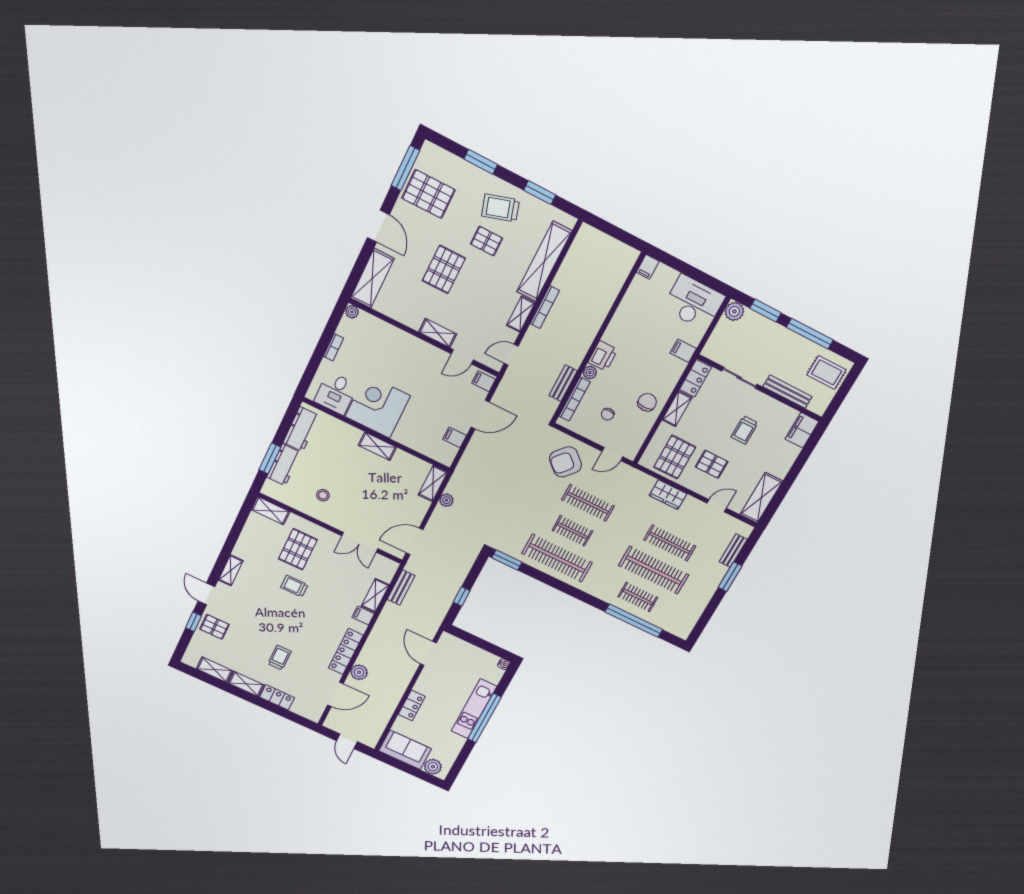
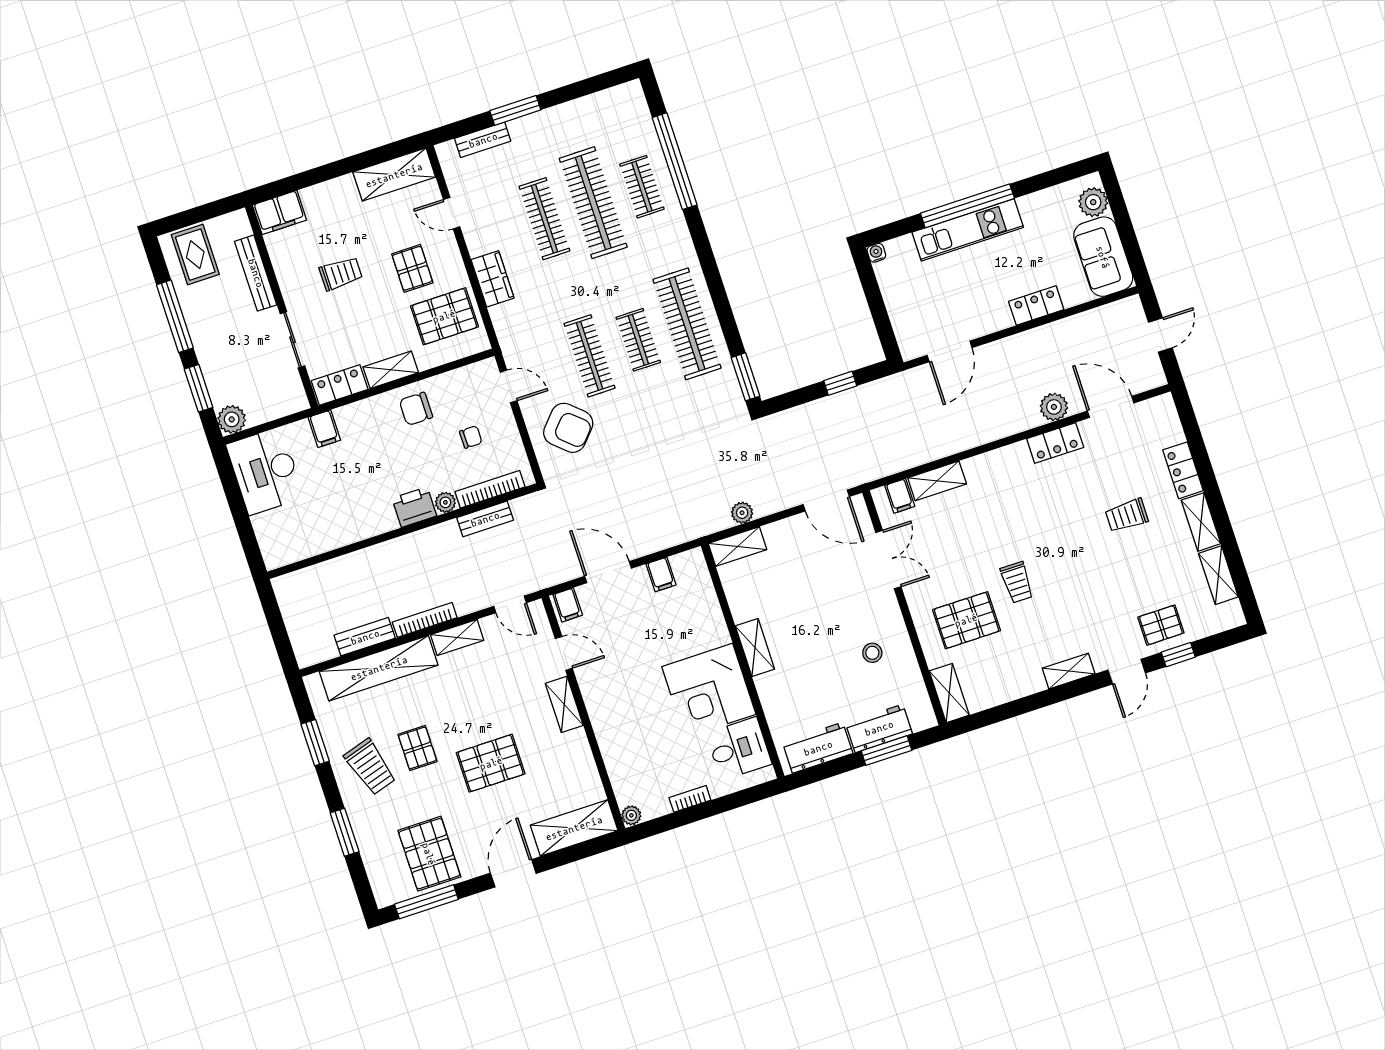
filing cabinet: (648, 267) -> (278, 557), removed
bench: (401, 588) -> (365, 637), moved
filing cabinet: (363, 615) -> (900, 496), moved
pallet: (214, 627) -> (1161, 625), turned 90
locker: (346, 652) -> (1055, 443), width x0.66

